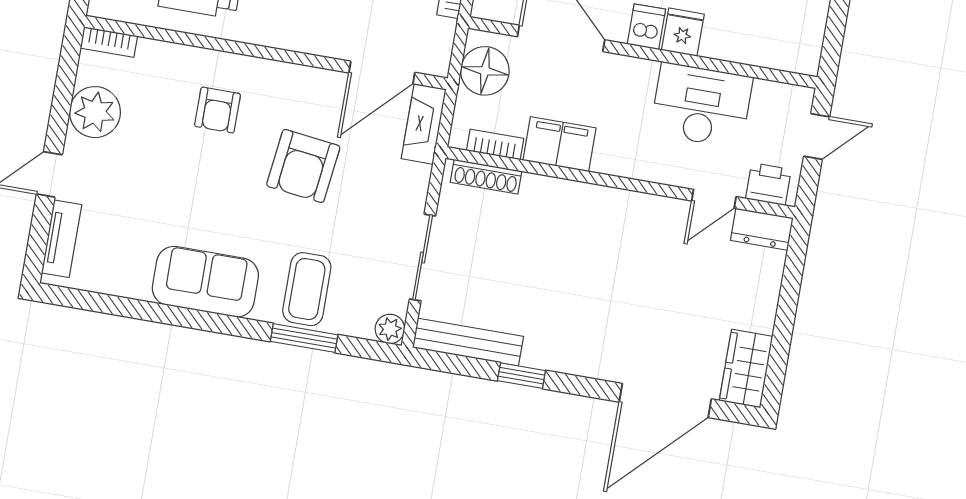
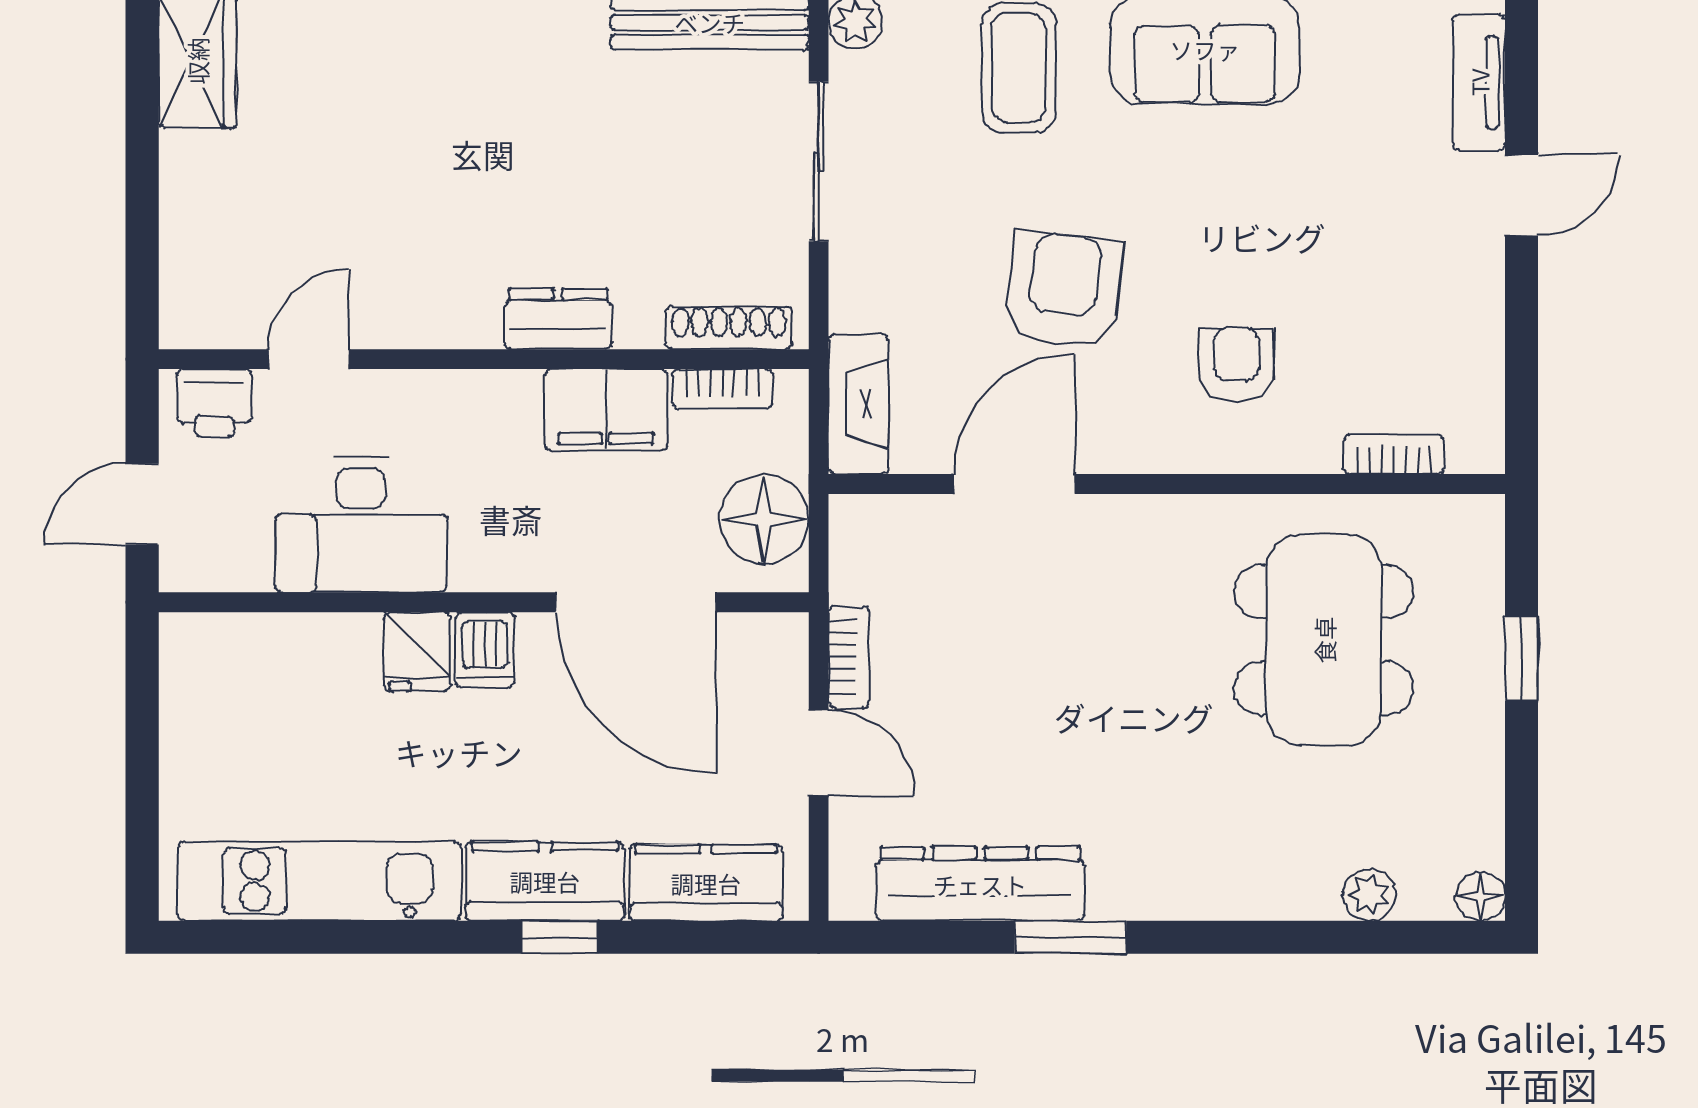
bookcase: (109, 42) -> (1394, 454), moved
door: (382, 73) -> (1014, 484), moved
plant: (95, 112) -> (1458, 323), removed
dresser: (762, 229) -> (558, 319), moved

